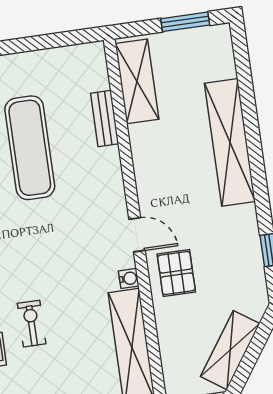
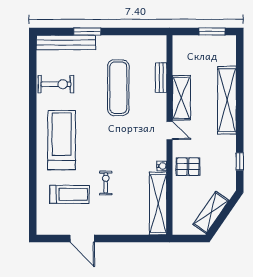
shelving: (137, 81) -> (181, 98), moved
door: (137, 235) -> (170, 131), moved
pallet: (176, 273) -> (188, 167), turned 90

